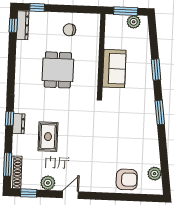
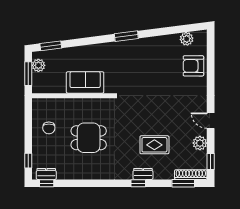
dresser: (23, 25) -> (46, 174), width x0.70
window: (156, 70) -> (51, 46), moved
armchair: (127, 179) -> (193, 66), turned -90

